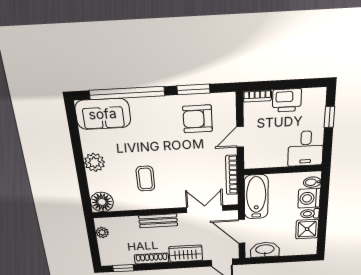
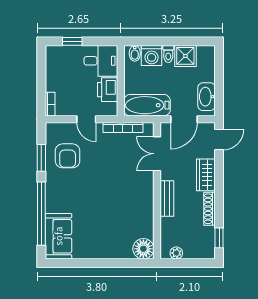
printer: (287, 100) -> (108, 90), moved, turned 180
plant: (94, 162) -> (103, 250), removed
coffee table: (145, 179) -> (122, 206), removed

